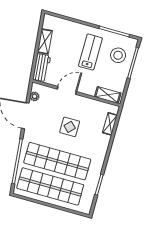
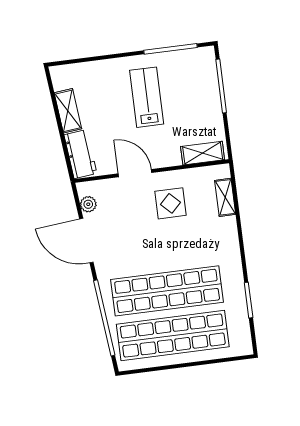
stool: (118, 55) -> (192, 84), removed
door: (67, 90) -> (135, 173), hinge flipped
display table: (70, 127) -> (171, 203), moved

